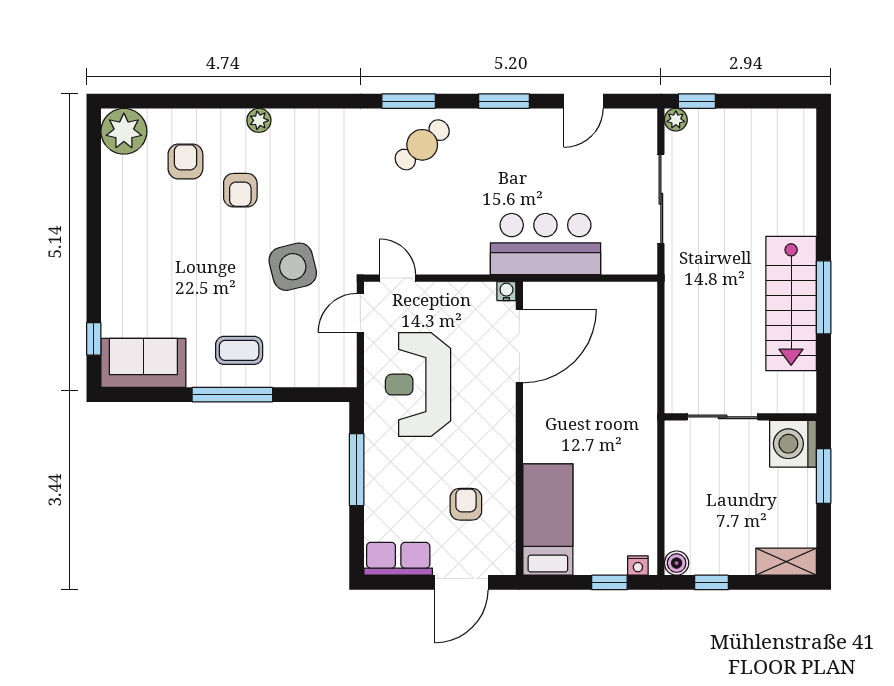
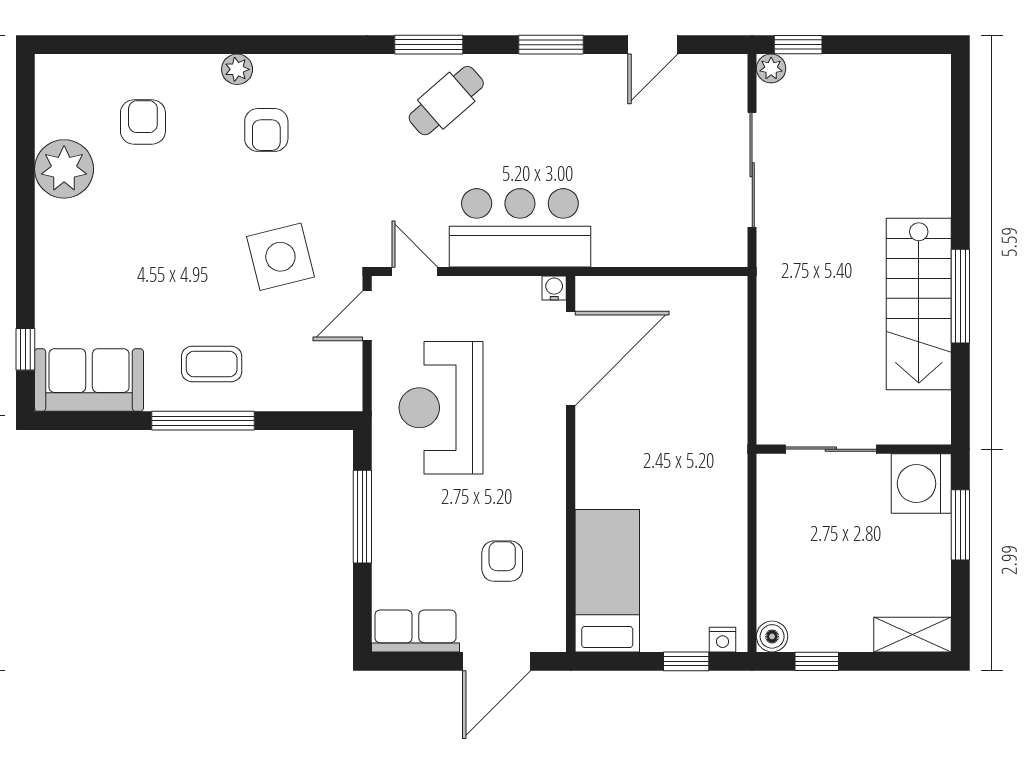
plant: (124, 131) -> (64, 169), moved
armchair: (240, 190) -> (266, 130), moved
bar counter: (545, 244) -> (520, 228), moved

